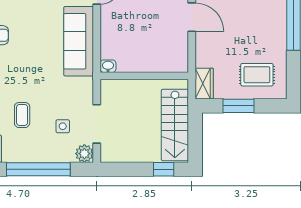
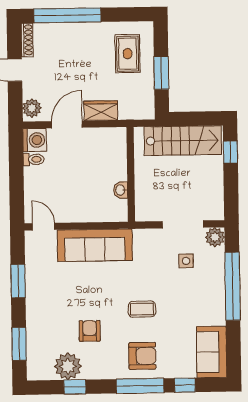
washbasin: (108, 66) -> (121, 190), moved
wardrobe: (204, 84) -> (101, 111), moved
coffee table: (22, 115) -> (142, 309), moved

